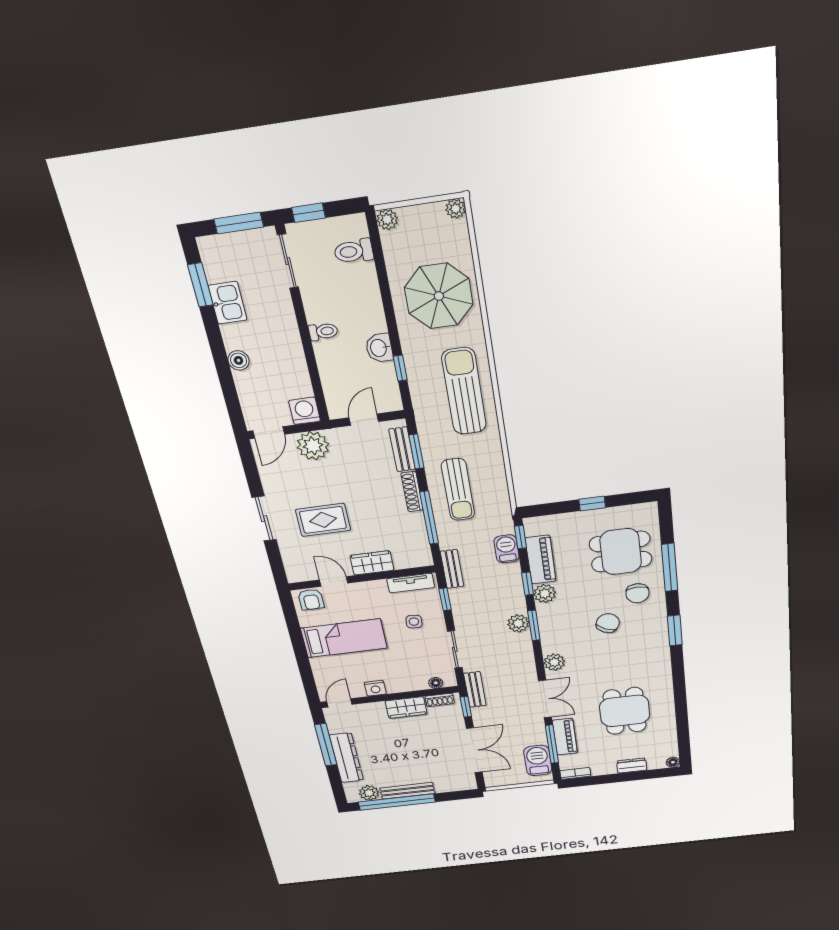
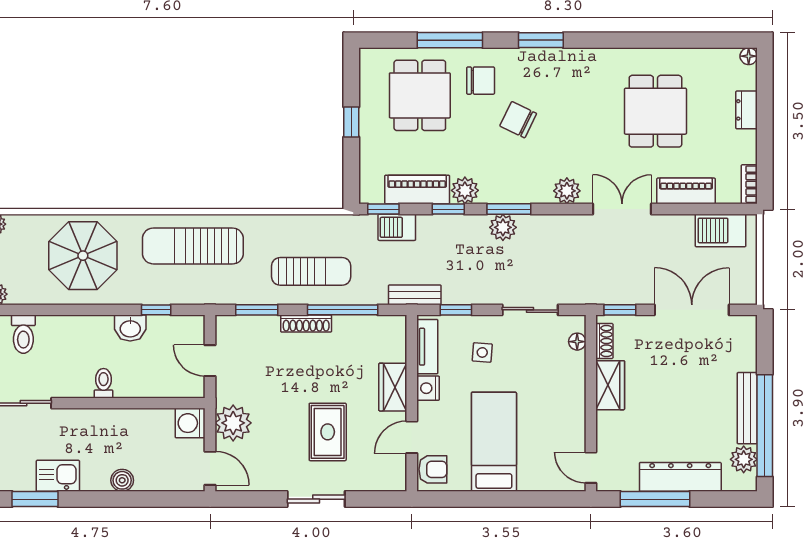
bench: (402, 449) -> (252, 325), removed
nightstand: (375, 688) -> (428, 388), moved, turned 180
bench: (475, 689) -> (594, 295), removed
dining table: (625, 711) -> (655, 111), turned 90
window: (552, 744) -> (696, 209), removed

